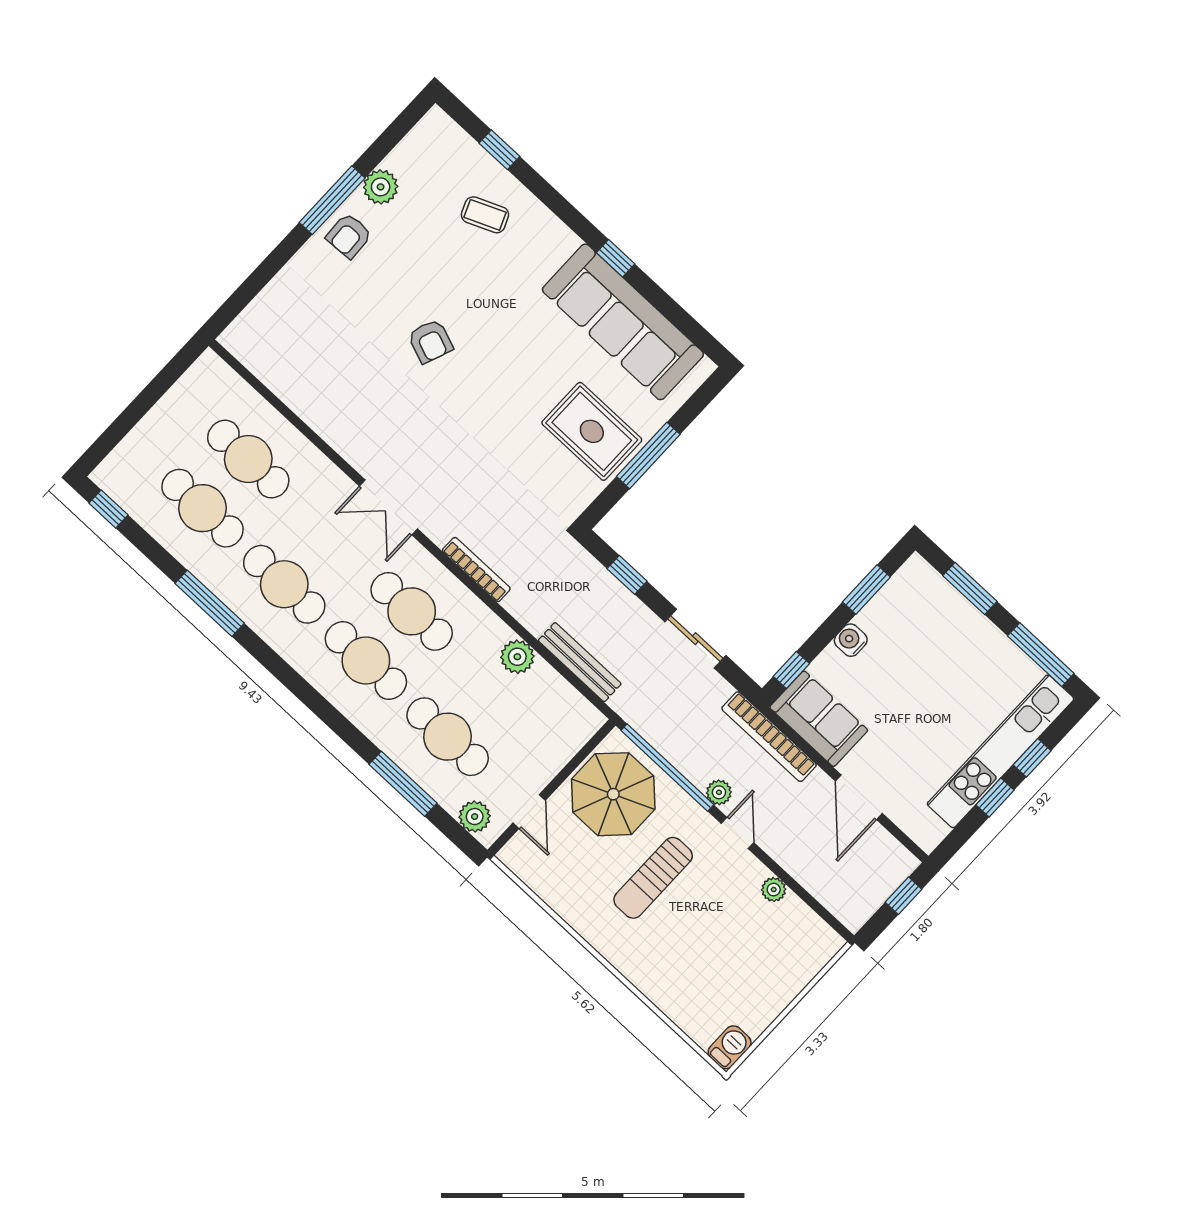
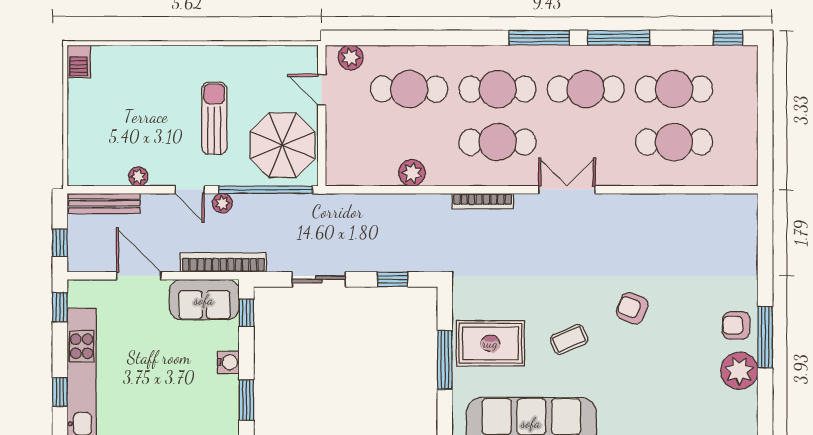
plant: (381, 187) -> (739, 371), width x1.36, depth x1.36
coffee table: (485, 215) -> (569, 339), moved
armchair: (349, 236) -> (736, 325), turned -87
bench: (580, 662) -> (104, 203), moved
window: (403, 784) -> (539, 38), moved
window: (995, 798) -> (60, 307), moved

